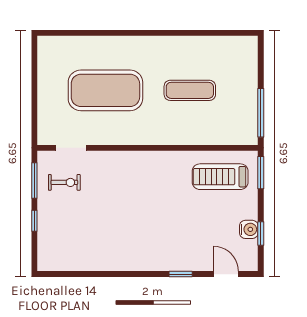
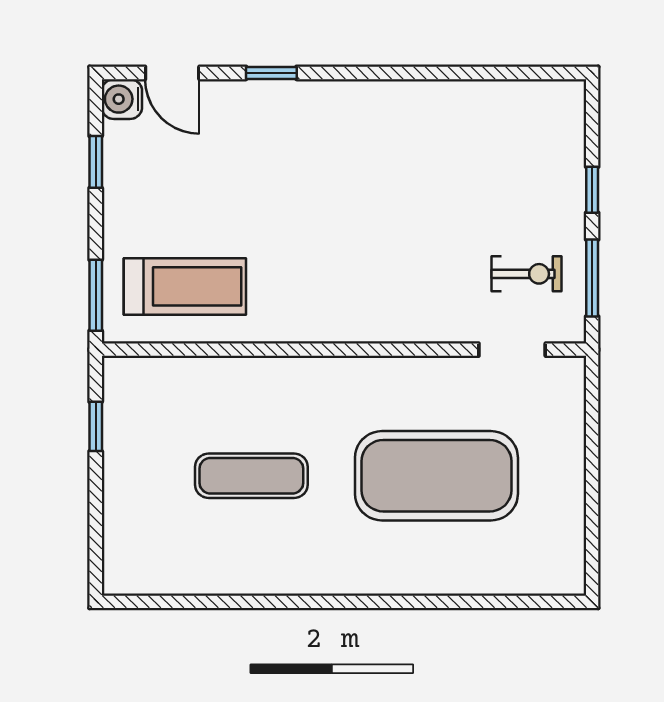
window: (261, 113) -> (96, 426), width x0.46
exercise bike: (64, 182) -> (526, 274), turned 180
water cooler: (249, 229) -> (122, 99), moved

